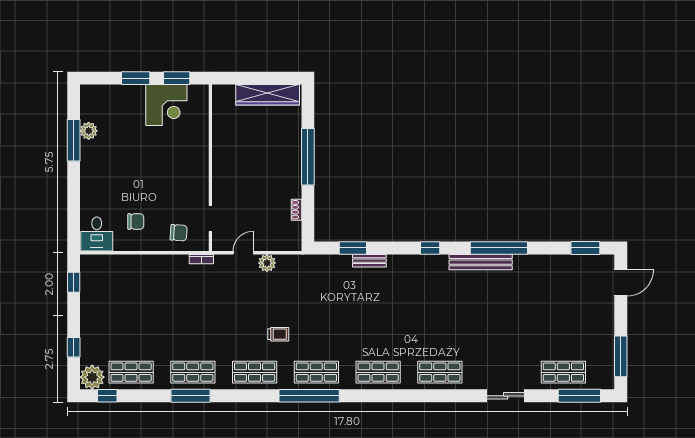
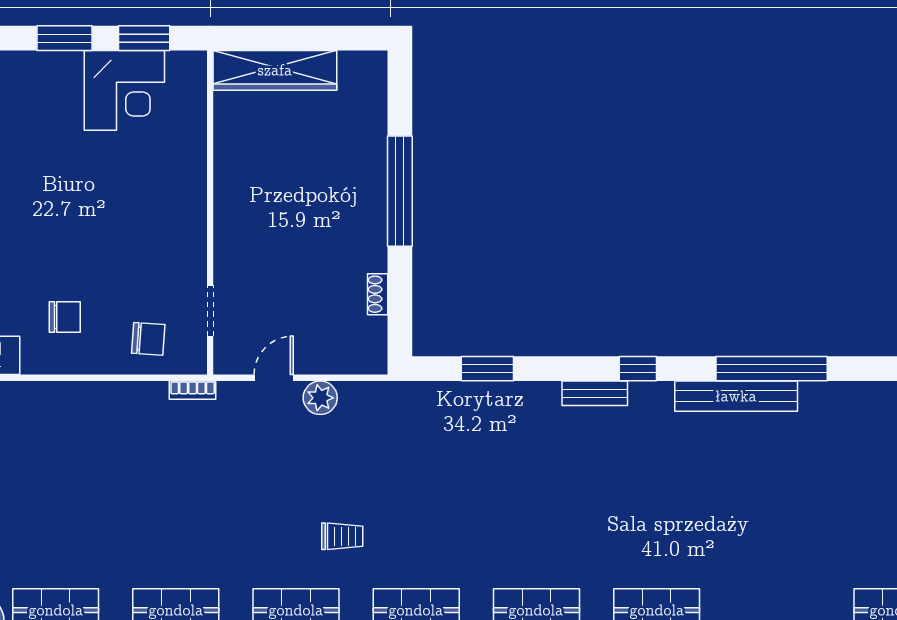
wardrobe: (268, 95) -> (275, 70), moved
bench: (369, 261) -> (595, 393), moved

